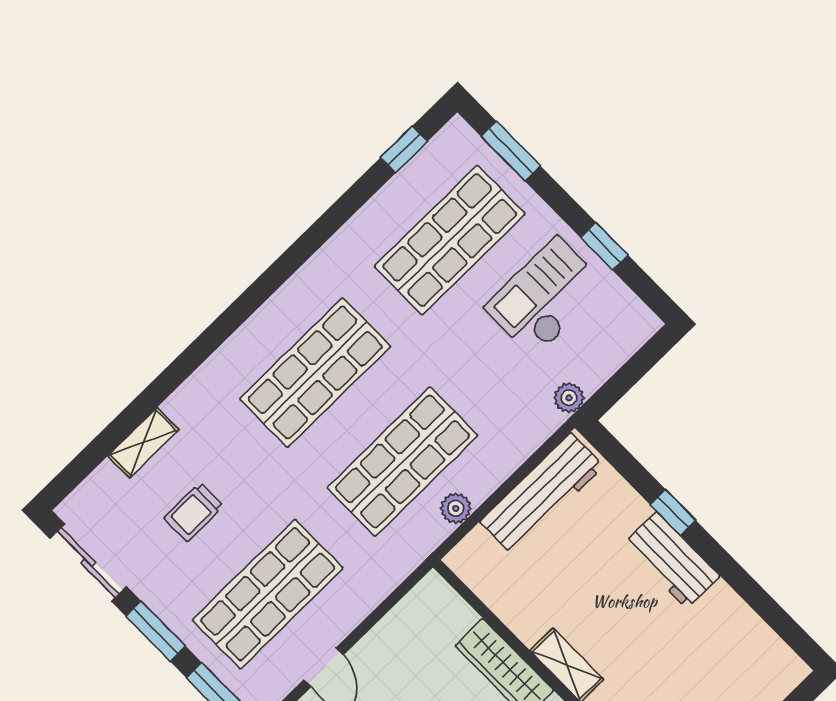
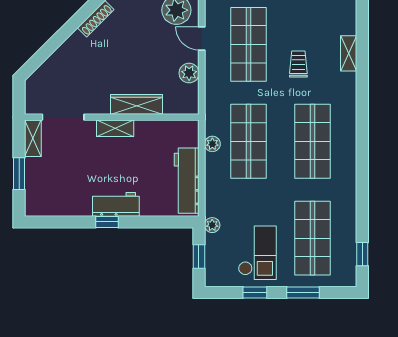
window: (511, 151) -> (303, 292), moved
window: (631, 373) -> (199, 257), added
trolley: (194, 512) -> (298, 64), moved
window: (673, 512) -> (107, 222), moved
plant: (389, 638) -> (189, 73), added

